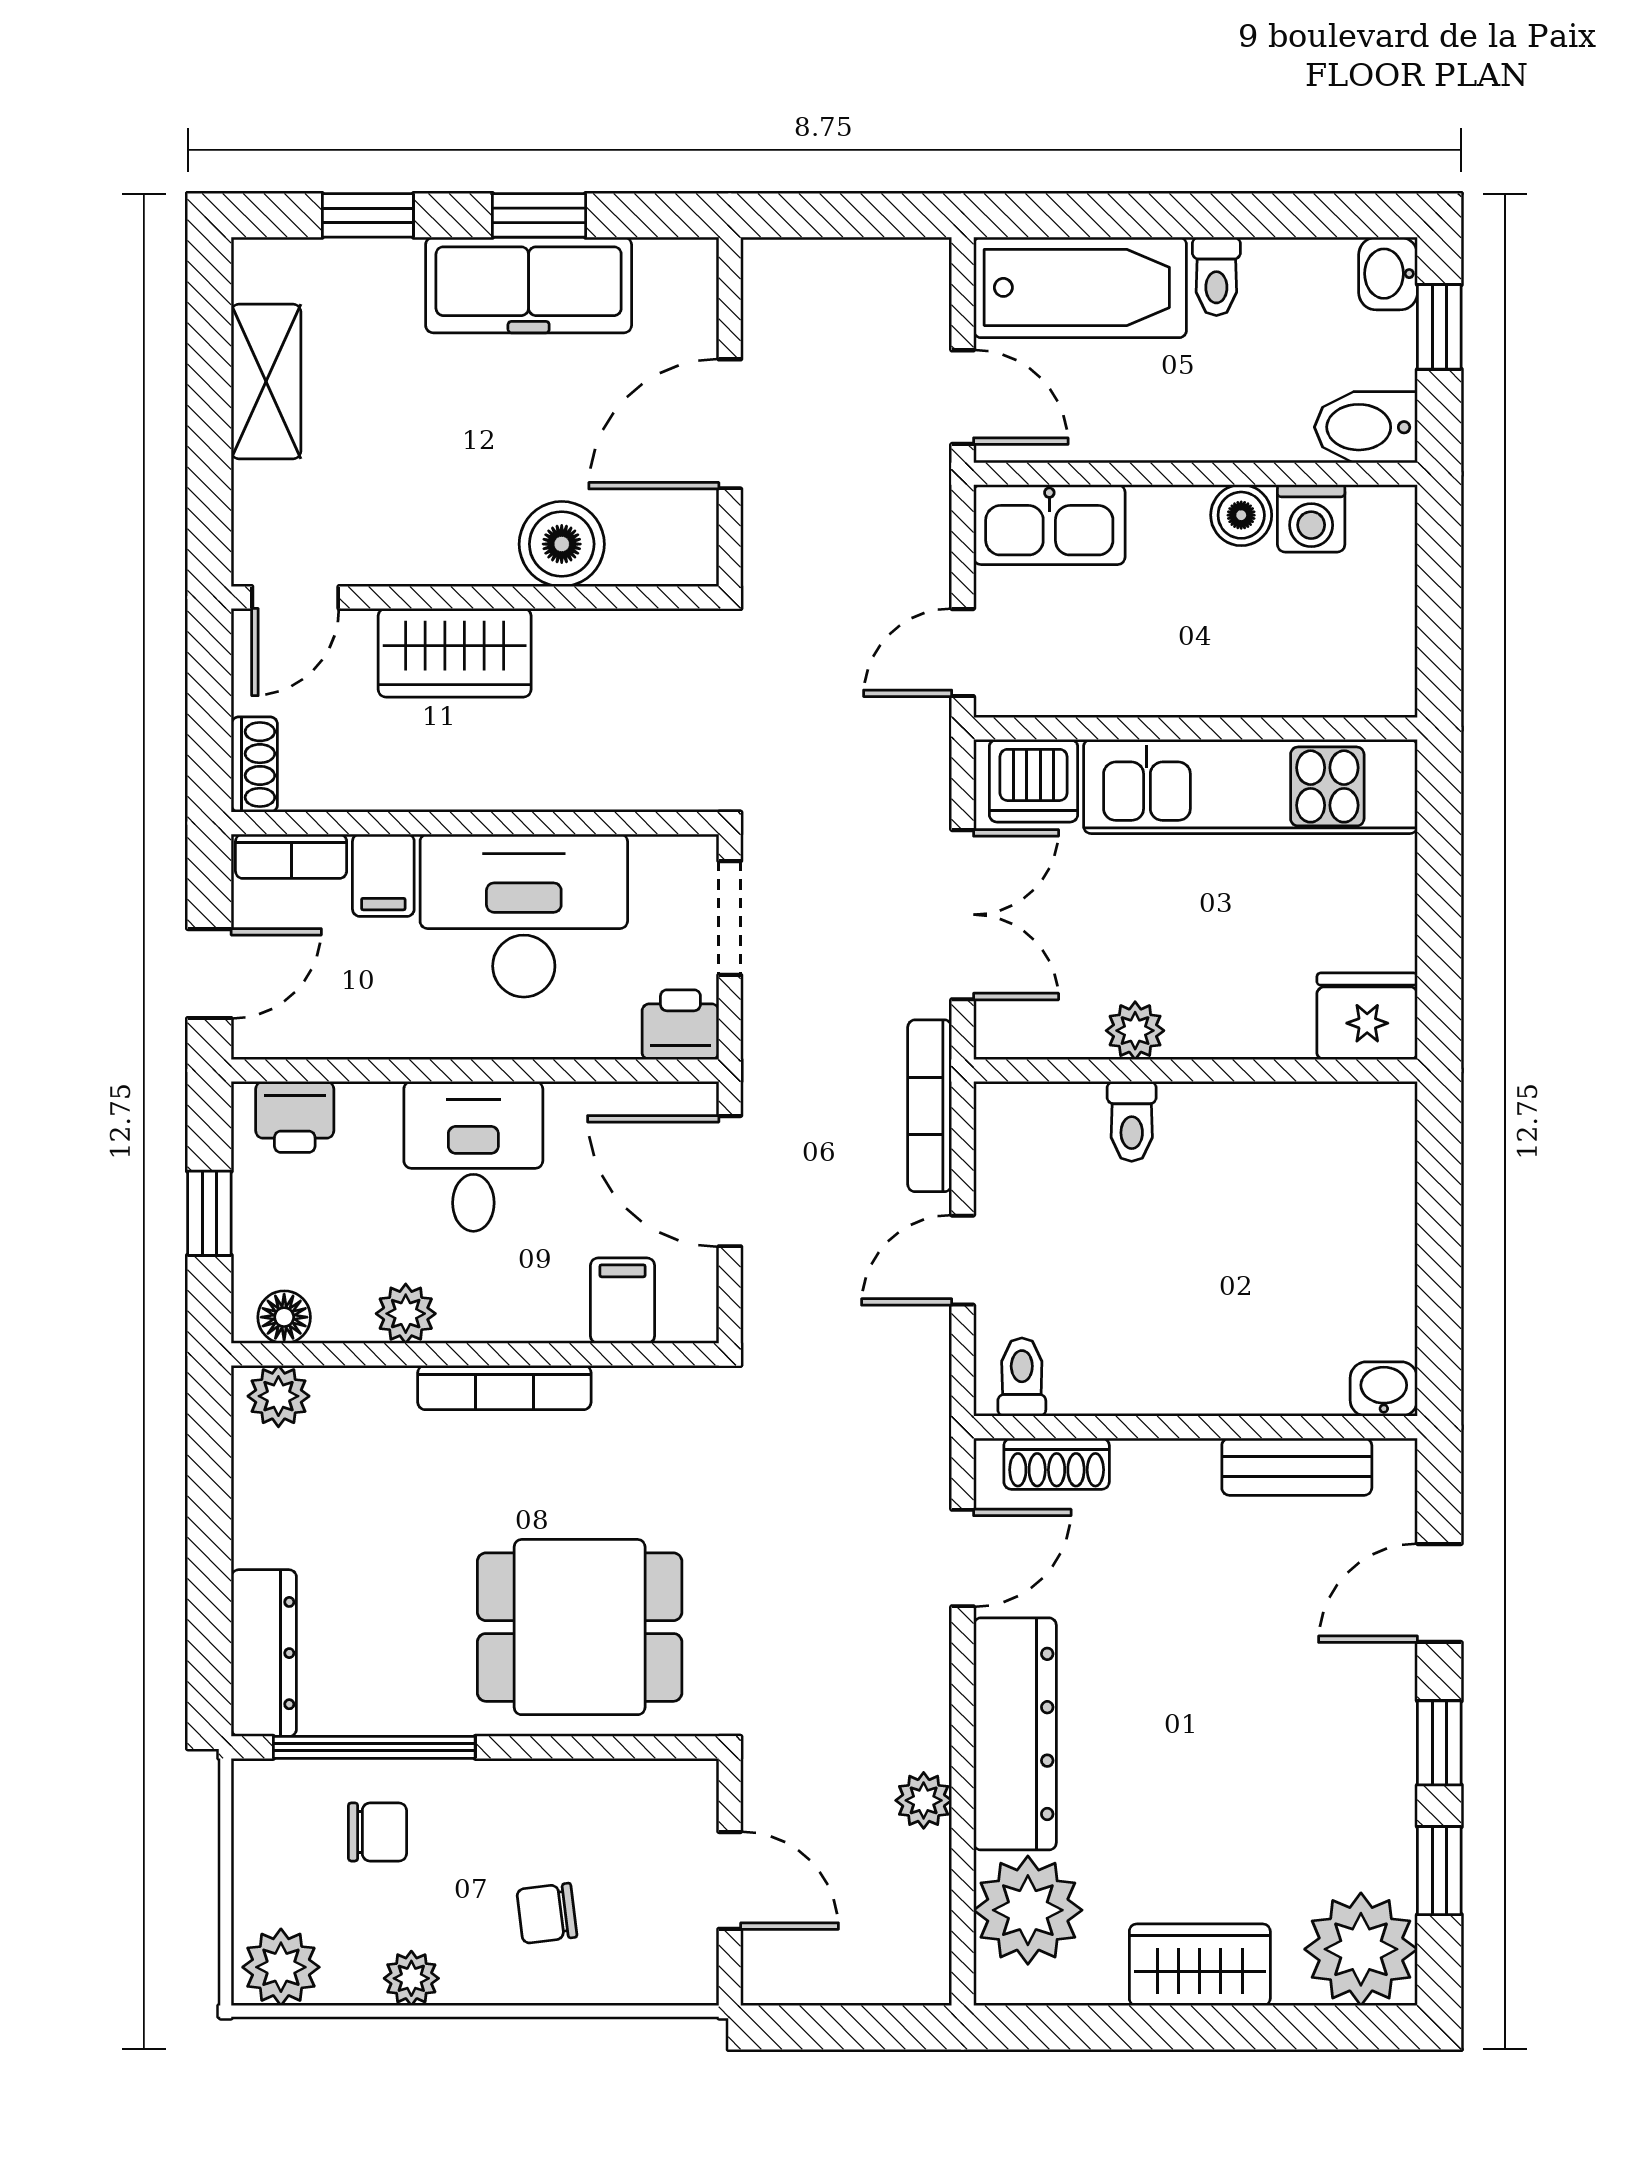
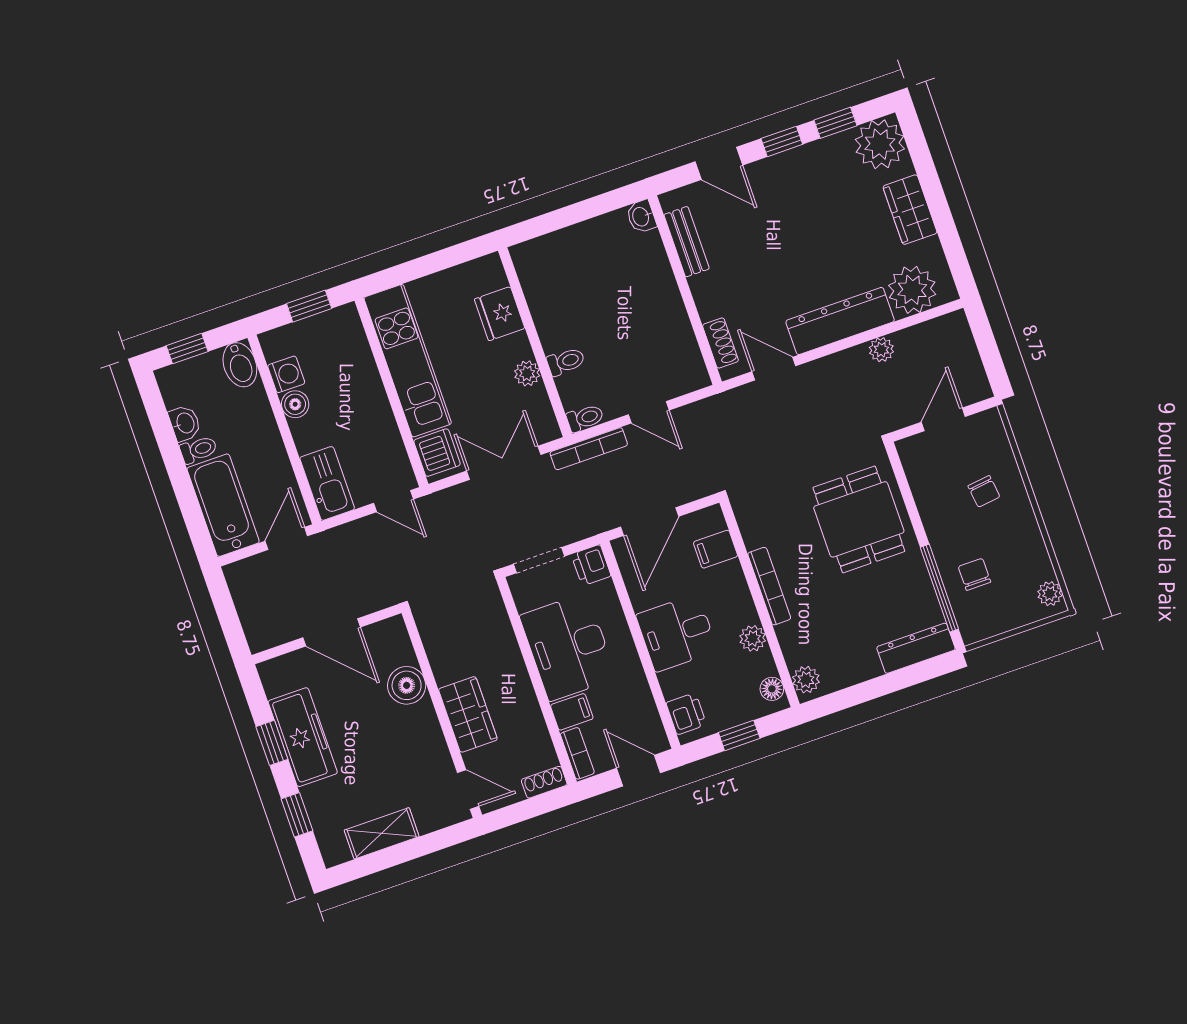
washbasin: (1388, 274) -> (185, 423), moved, turned -90
window: (1439, 617) -> (309, 306), added
fridge: (1367, 1016) -> (500, 314), moved
toilet: (1022, 1377) -> (585, 418), moved, turned 180
plant: (281, 1967) -> (1050, 594), width x0.73, depth x0.73
plant: (411, 1978) -> (1031, 539), removed

